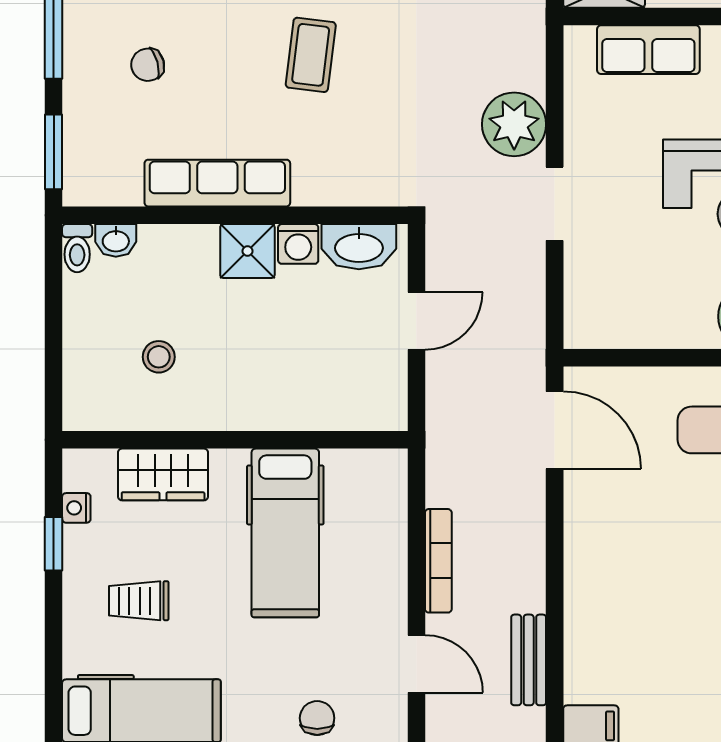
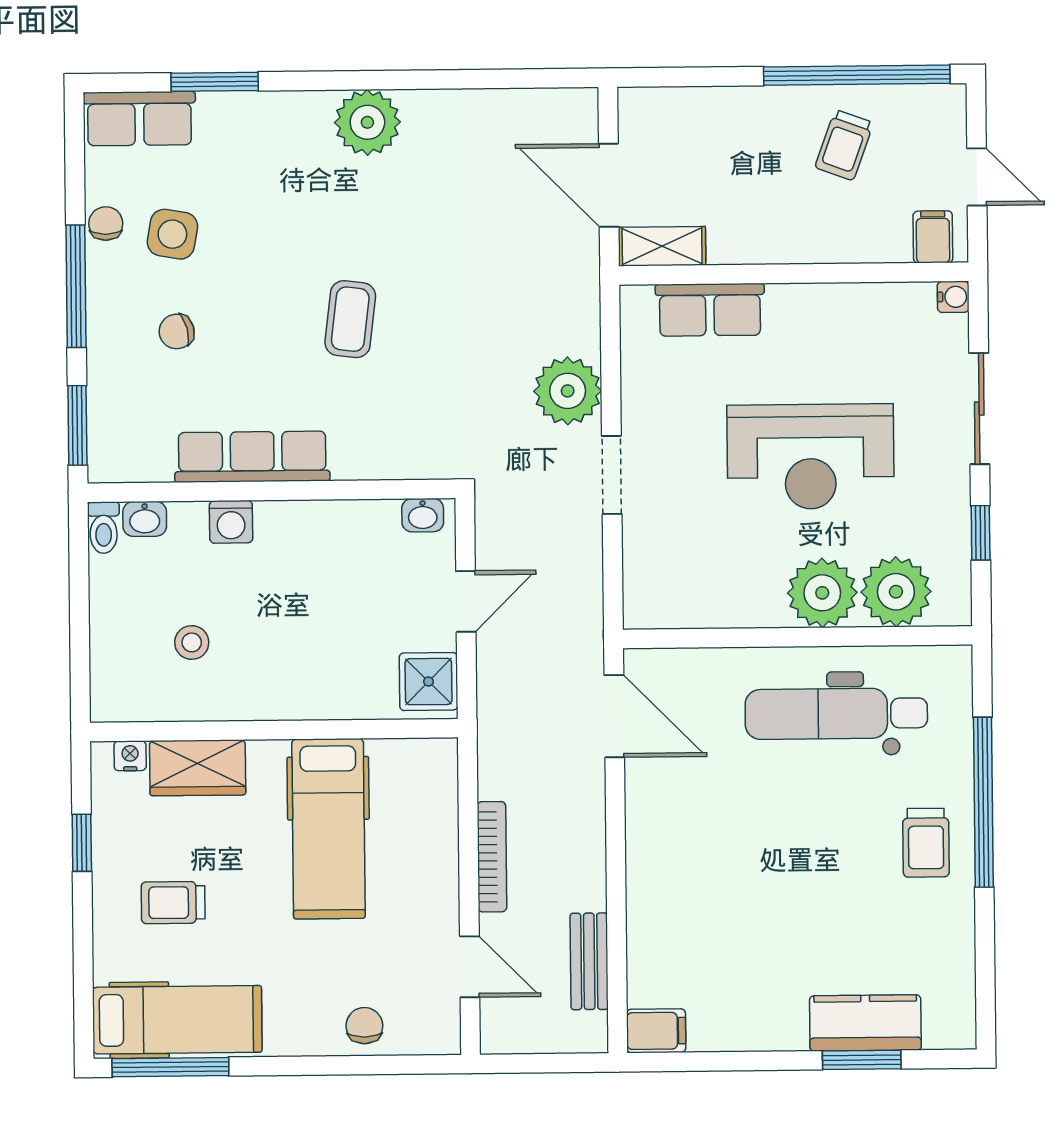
washing machine: (298, 244) -> (231, 522), moved
washbasin: (359, 247) -> (423, 515), width x0.52, depth x0.69
shower: (247, 251) -> (429, 682), moved
nightstand: (76, 508) -> (130, 756), moved, turned 90

